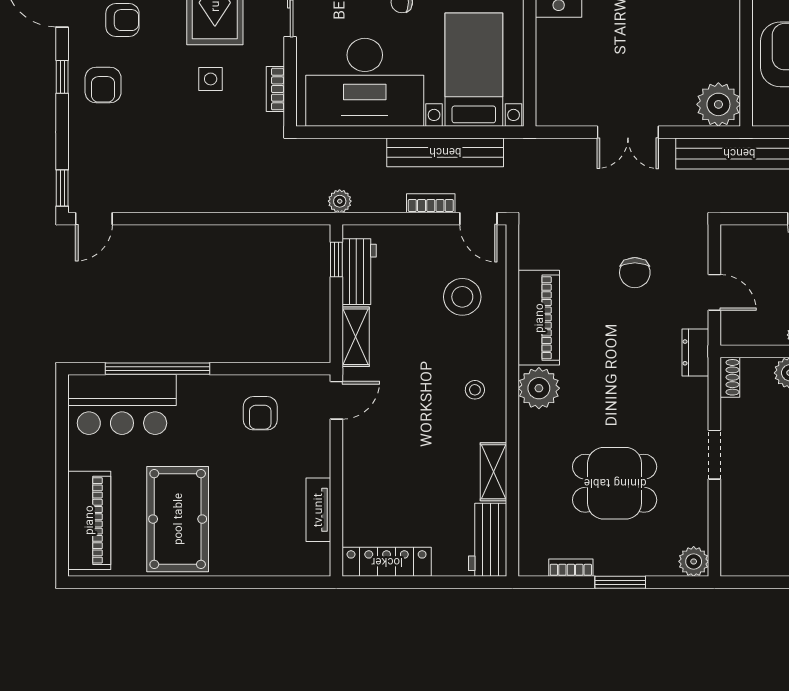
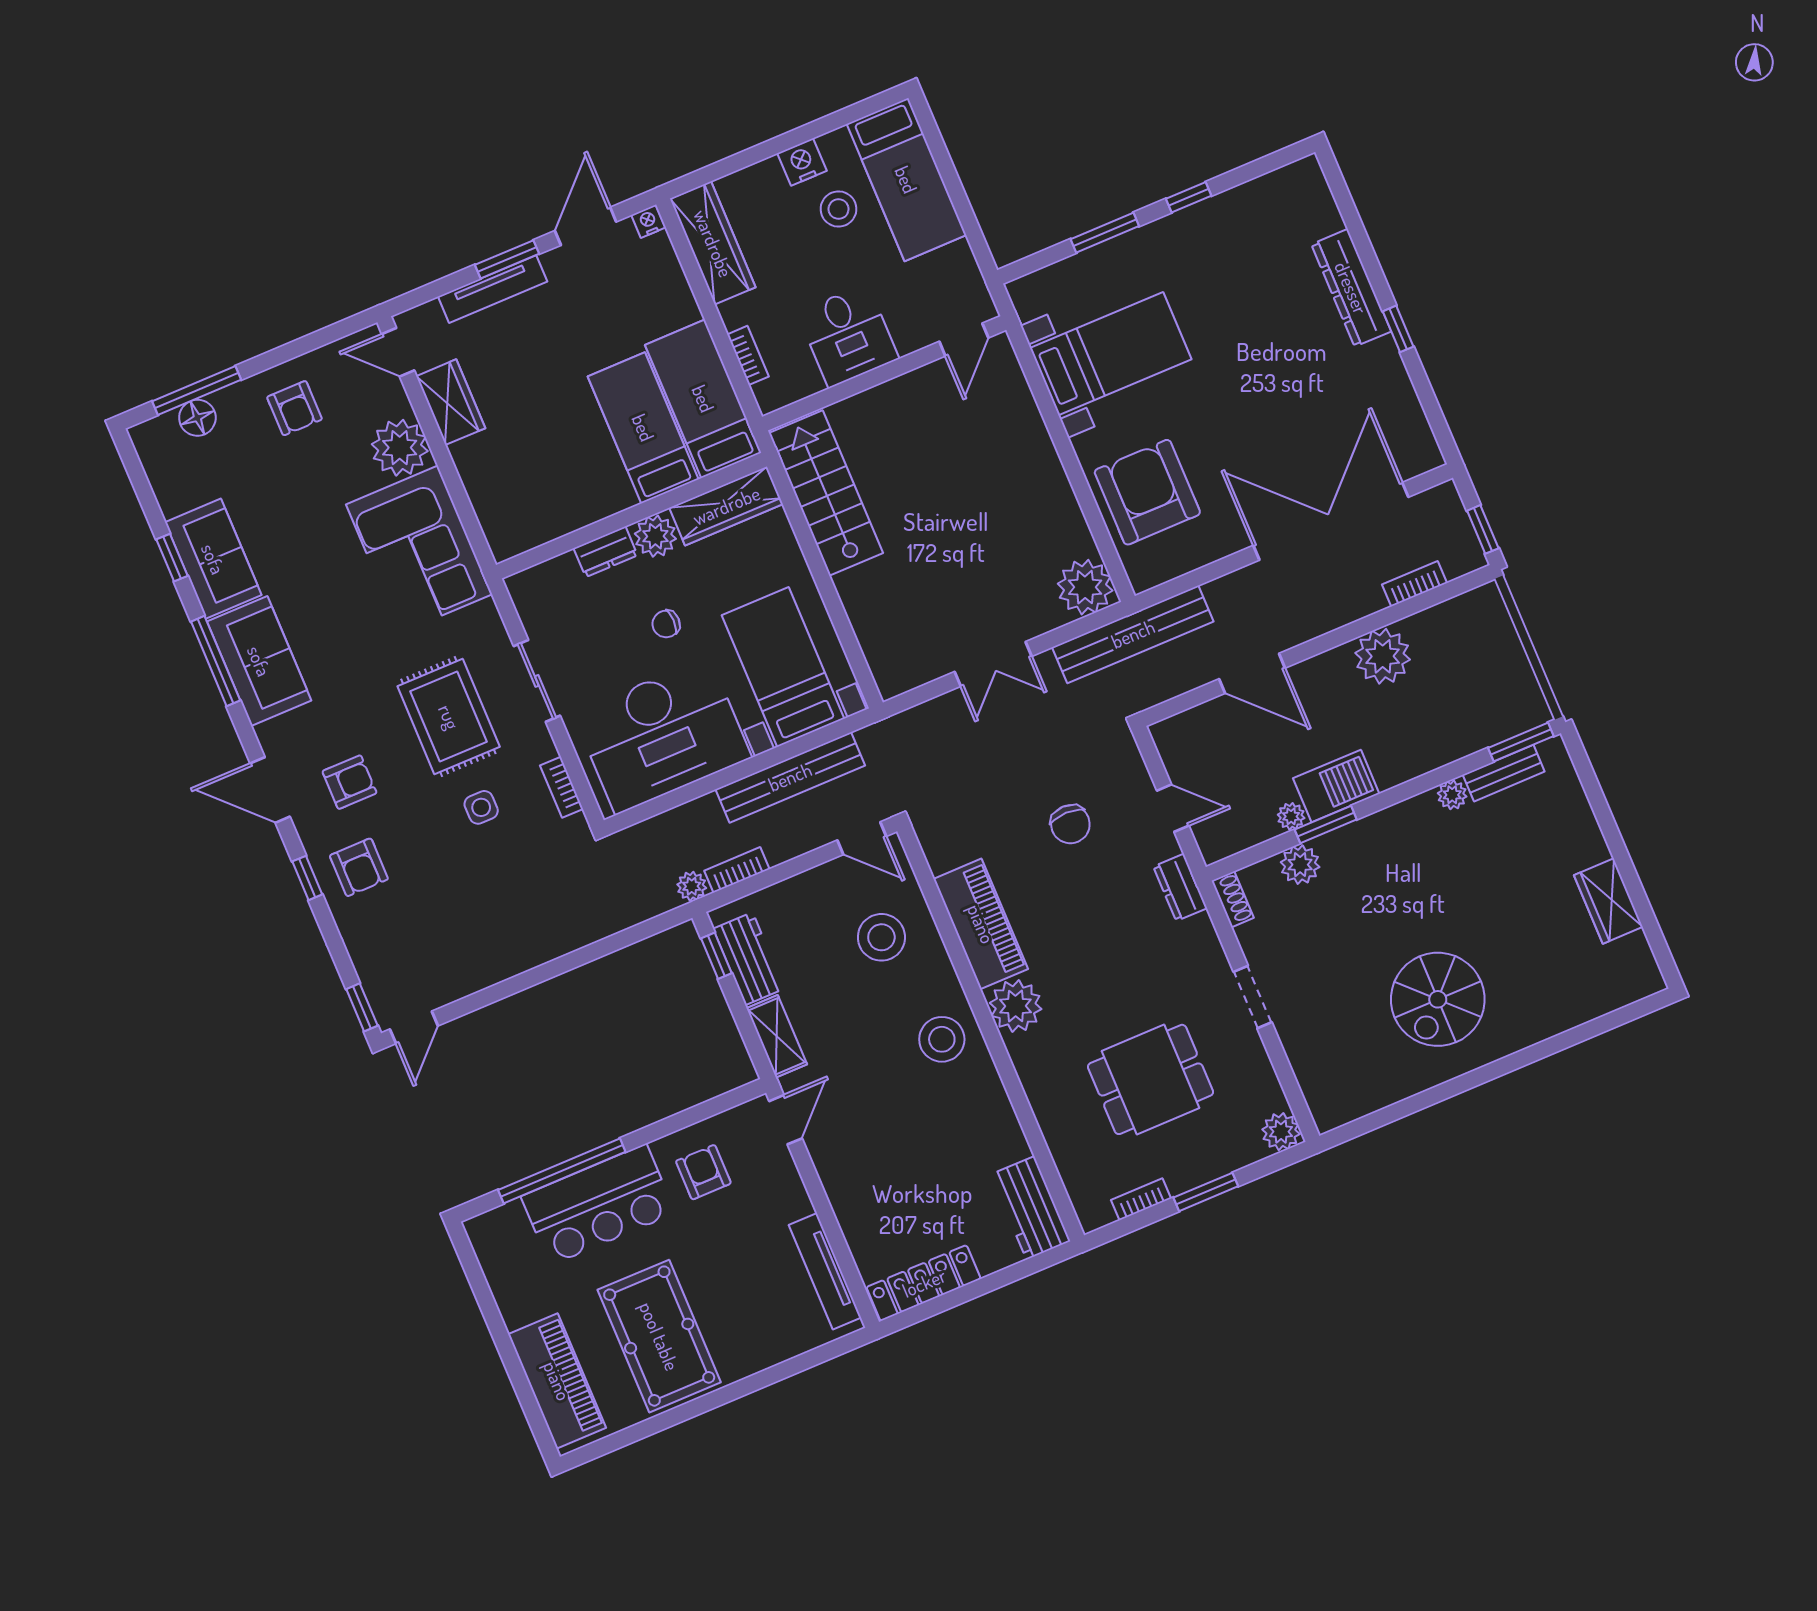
bookcase: (431, 203) -> (737, 870), moved
stool: (475, 390) -> (942, 1039), width x1.89, depth x1.89
bar counter: (122, 405) -> (598, 1205), moved
armchair: (260, 413) -> (703, 1172), turned 180
shelving: (493, 472) -> (1004, 1126), removed
tv unit: (318, 510) -> (825, 1271), width x1.41

